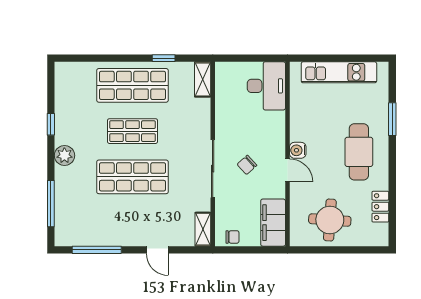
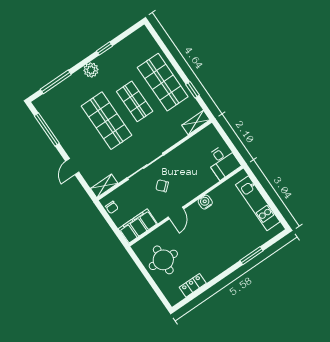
desk: (266, 86) -> (223, 162), width x0.73
water cooler: (298, 150) -> (205, 202), moved
cafe table: (359, 152) -> (217, 249), removed

